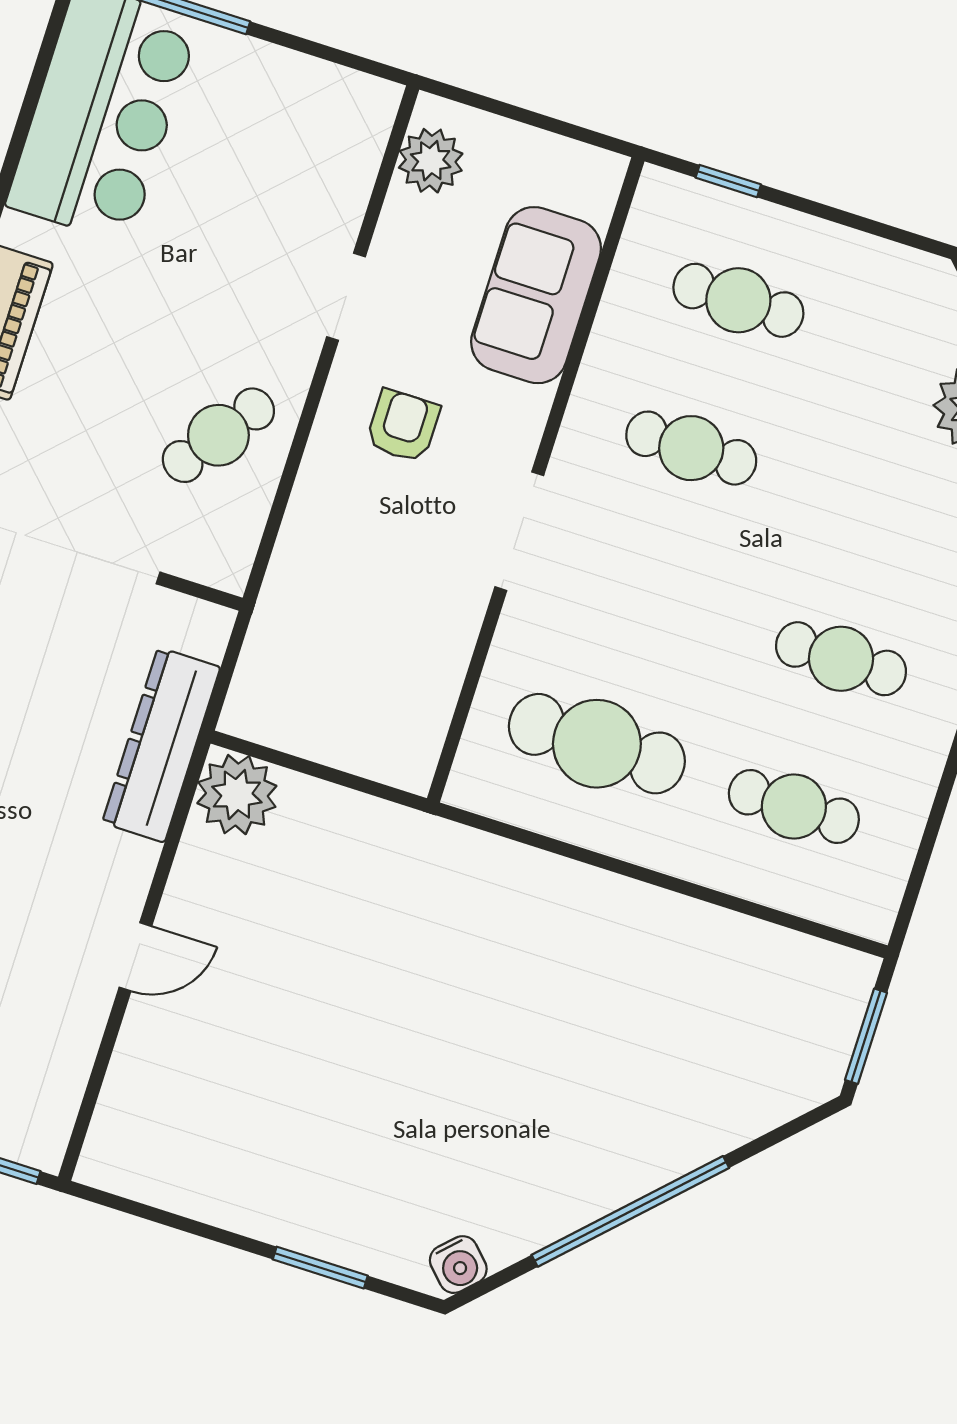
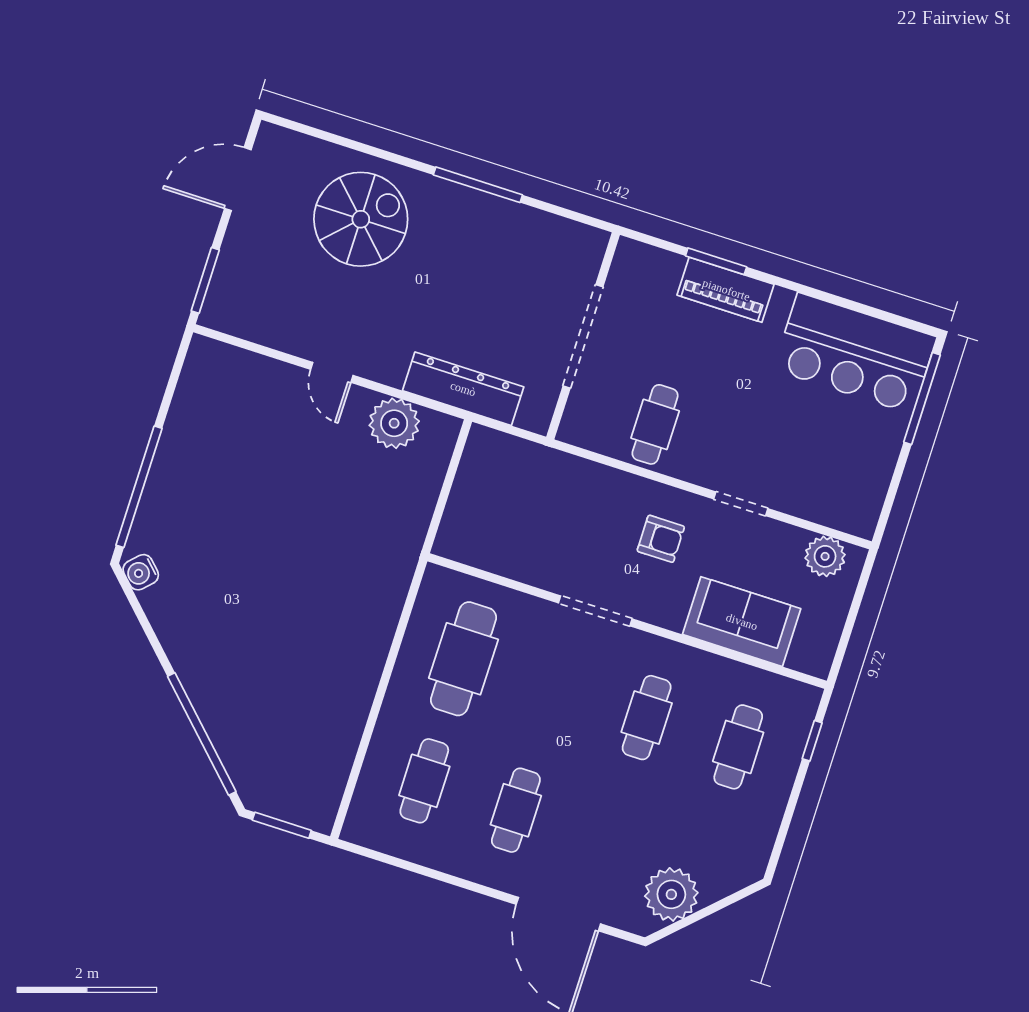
cafe table: (218, 435) -> (655, 424), turned 54
plant: (237, 795) -> (394, 423), moved
window: (630, 1211) -> (202, 734), moved
window: (320, 1268) -> (139, 487), width x2.11

